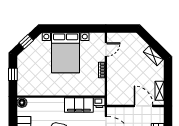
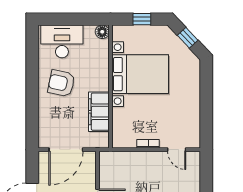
bed with nightstands: (66, 53) -> (140, 74), moved, turned 180
printer: (99, 103) -> (102, 140), removed

